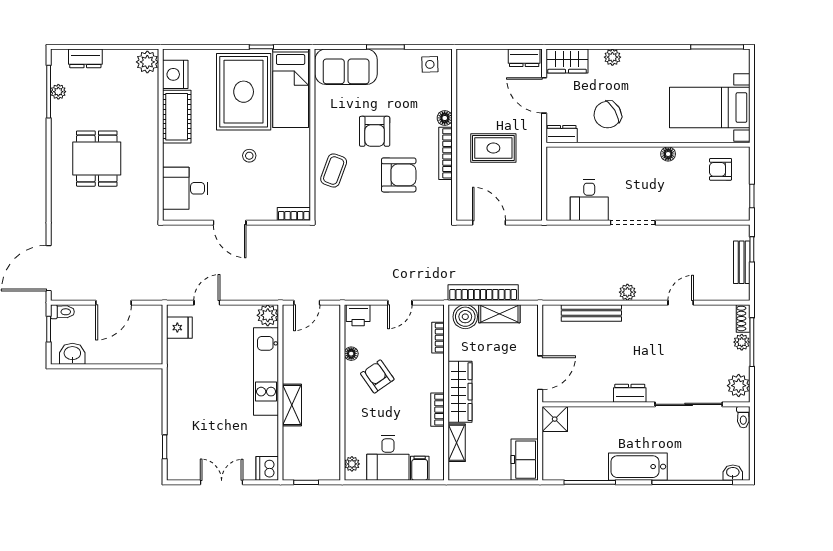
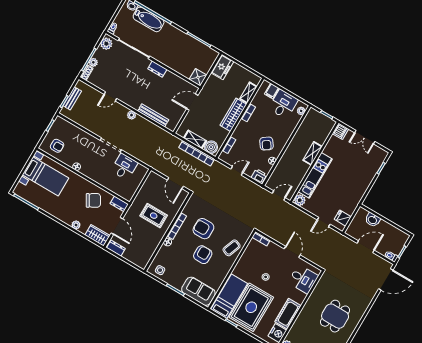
washbasin: (72, 354) -> (373, 220), moved
bathtub: (638, 467) -> (149, 19), moved

